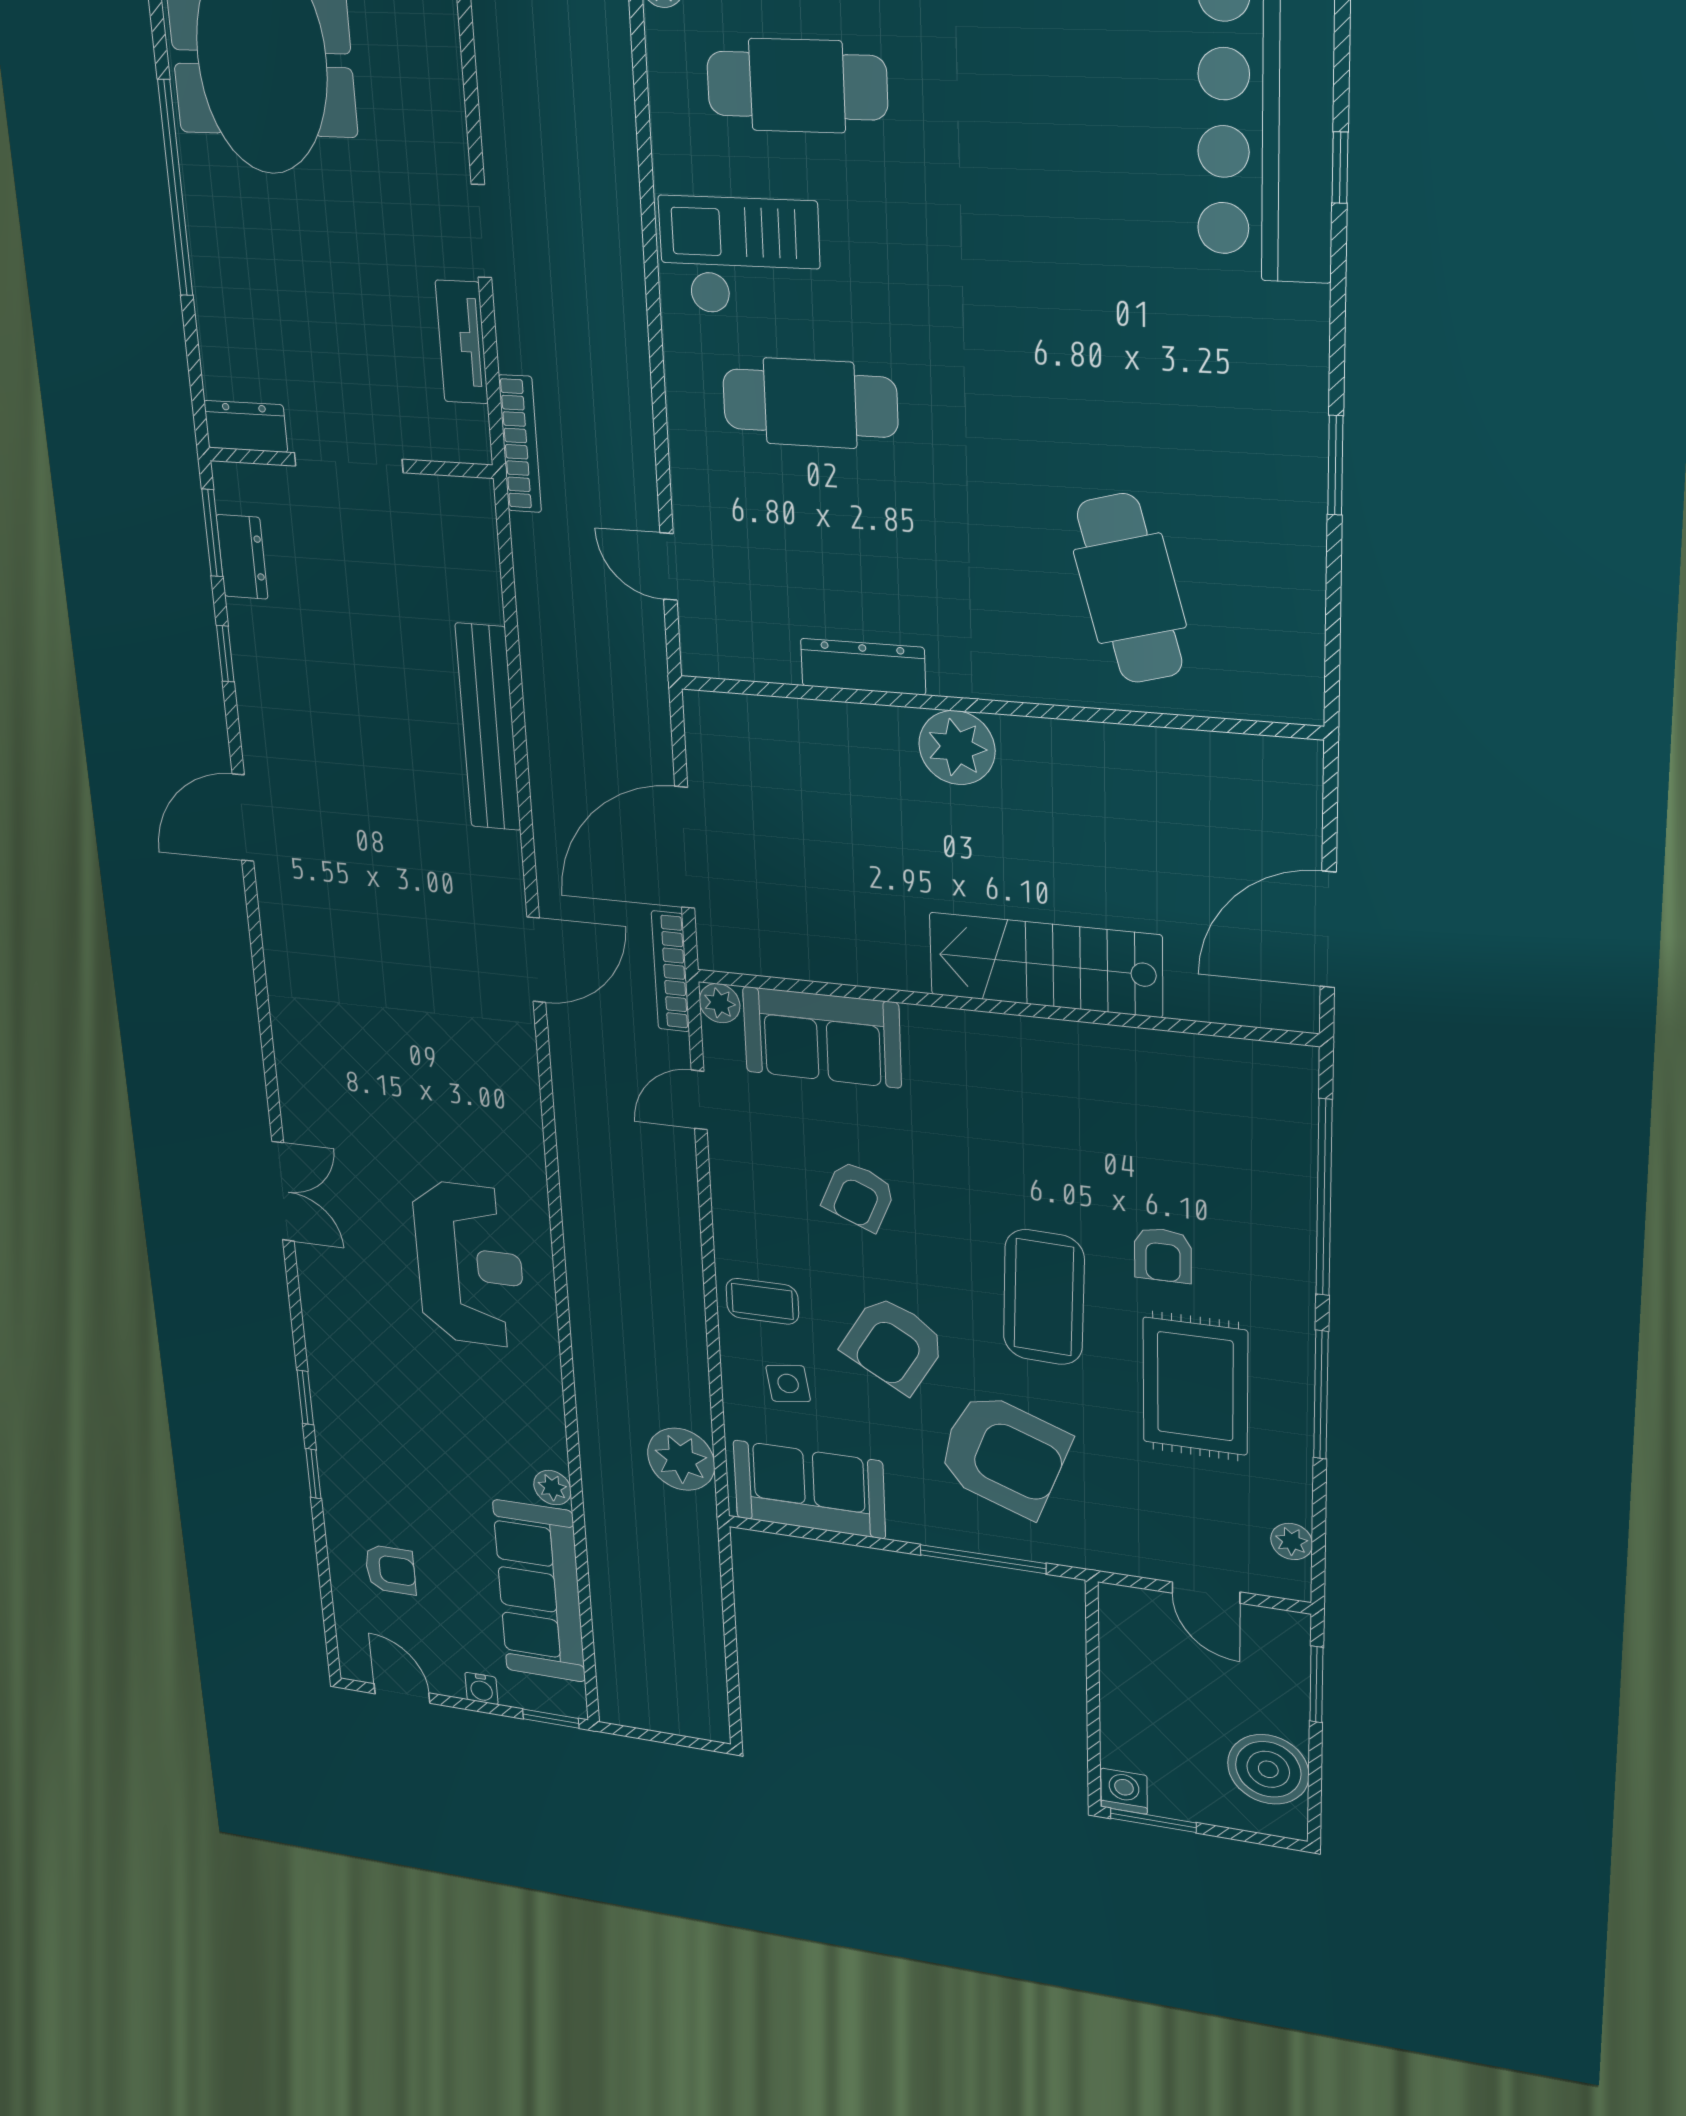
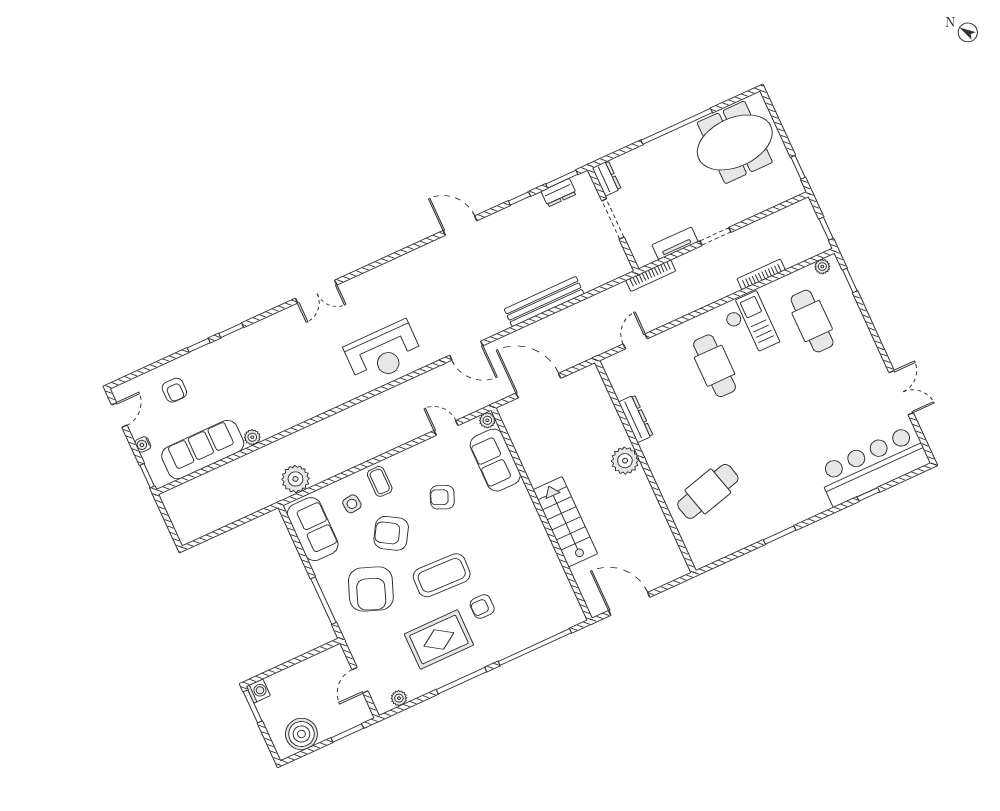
bookcase: (670, 971) -> (761, 274), moved
reception desk: (469, 1264) -> (383, 353), moved

